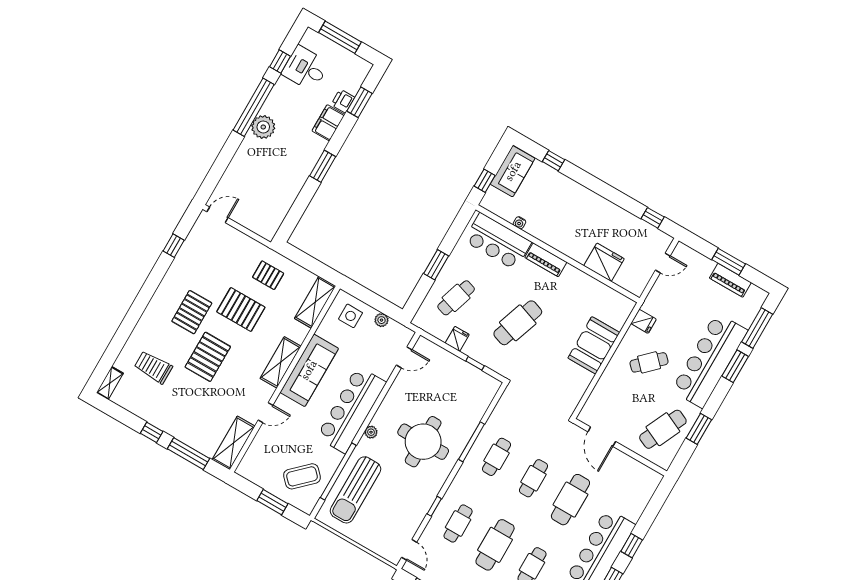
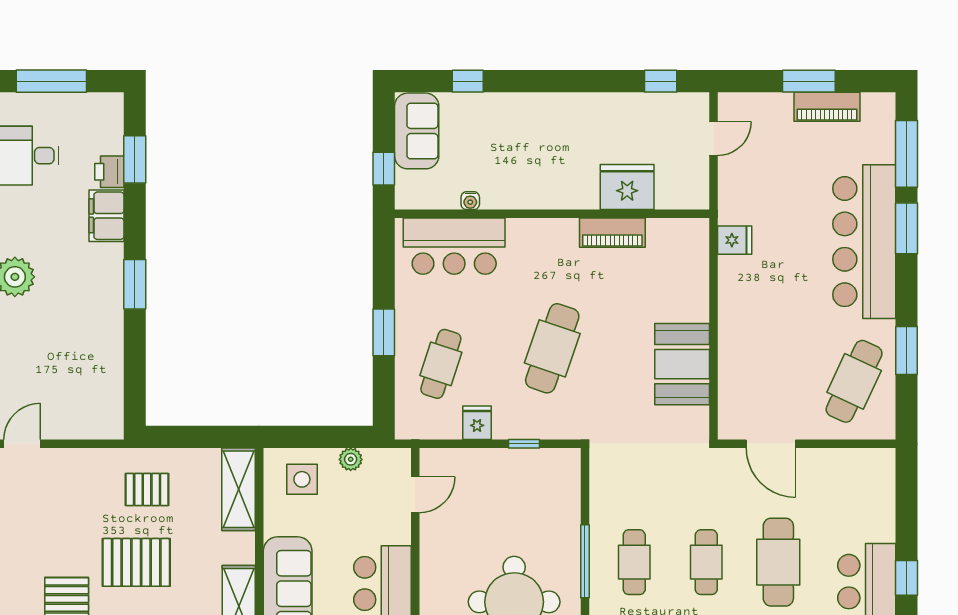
piano: (546, 260) -> (612, 233), moved
booth: (594, 345) -> (682, 364), moved
cafe table: (649, 362) -> (777, 295), removed

